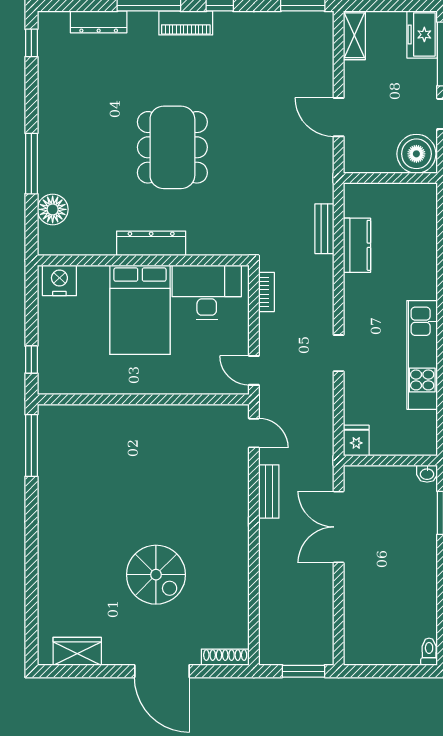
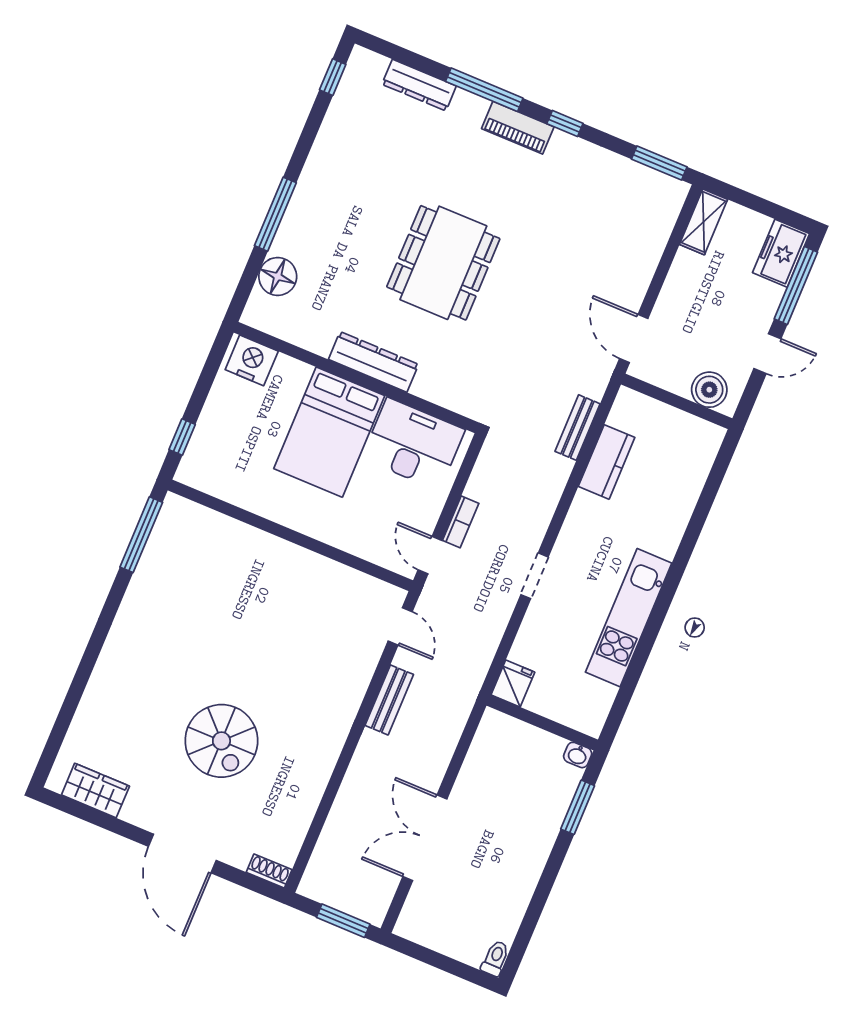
door: (339, 117) -> (634, 338), moved
boiler: (416, 154) -> (709, 390), width x0.73, depth x0.73
bookcase: (266, 292) -> (461, 522), moved
double door: (339, 527) -> (425, 838), moved
shoe rack: (225, 657) -> (269, 871), width x0.70

